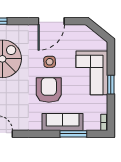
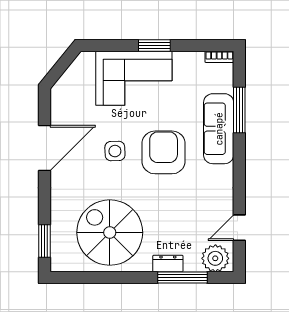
door: (51, 21) -> (45, 148), hinge flipped
armchair: (49, 90) -> (164, 152), turned 90

